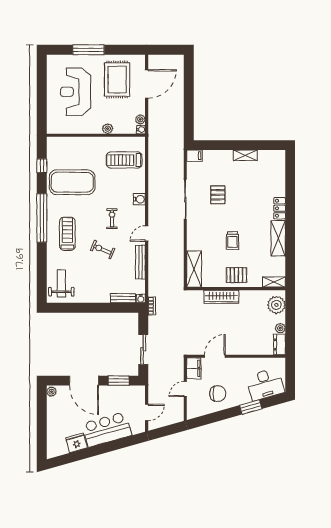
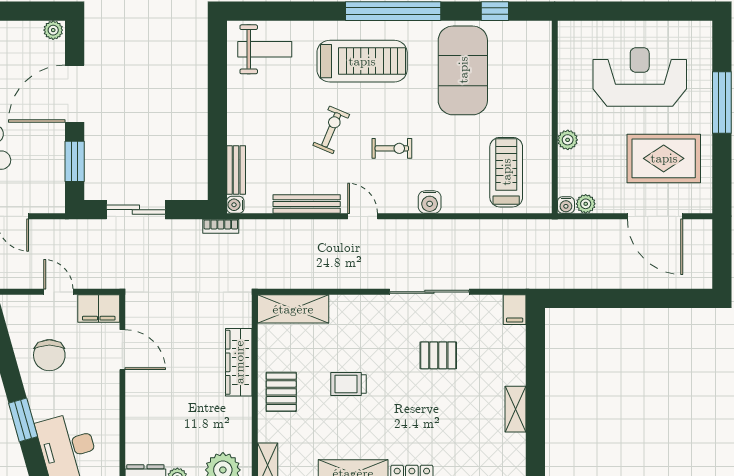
treadmill: (67, 234) -> (362, 61), width x1.37, depth x1.38

